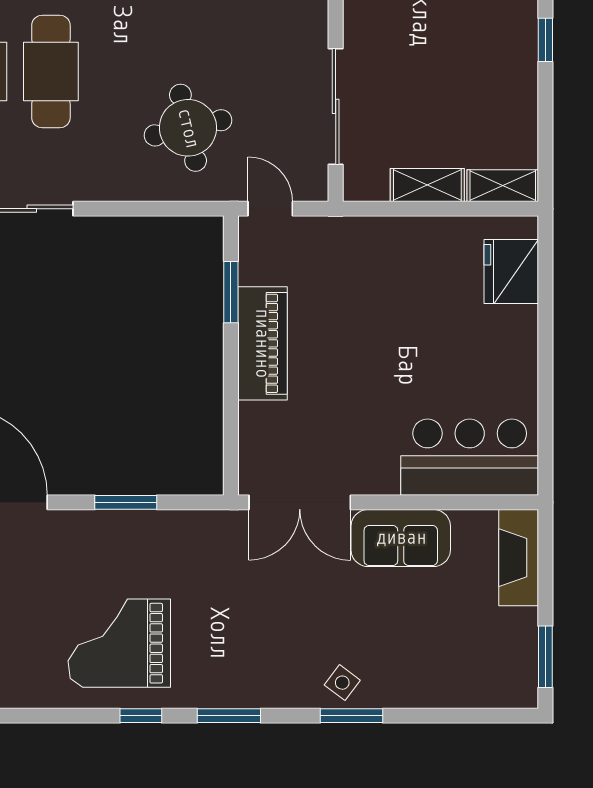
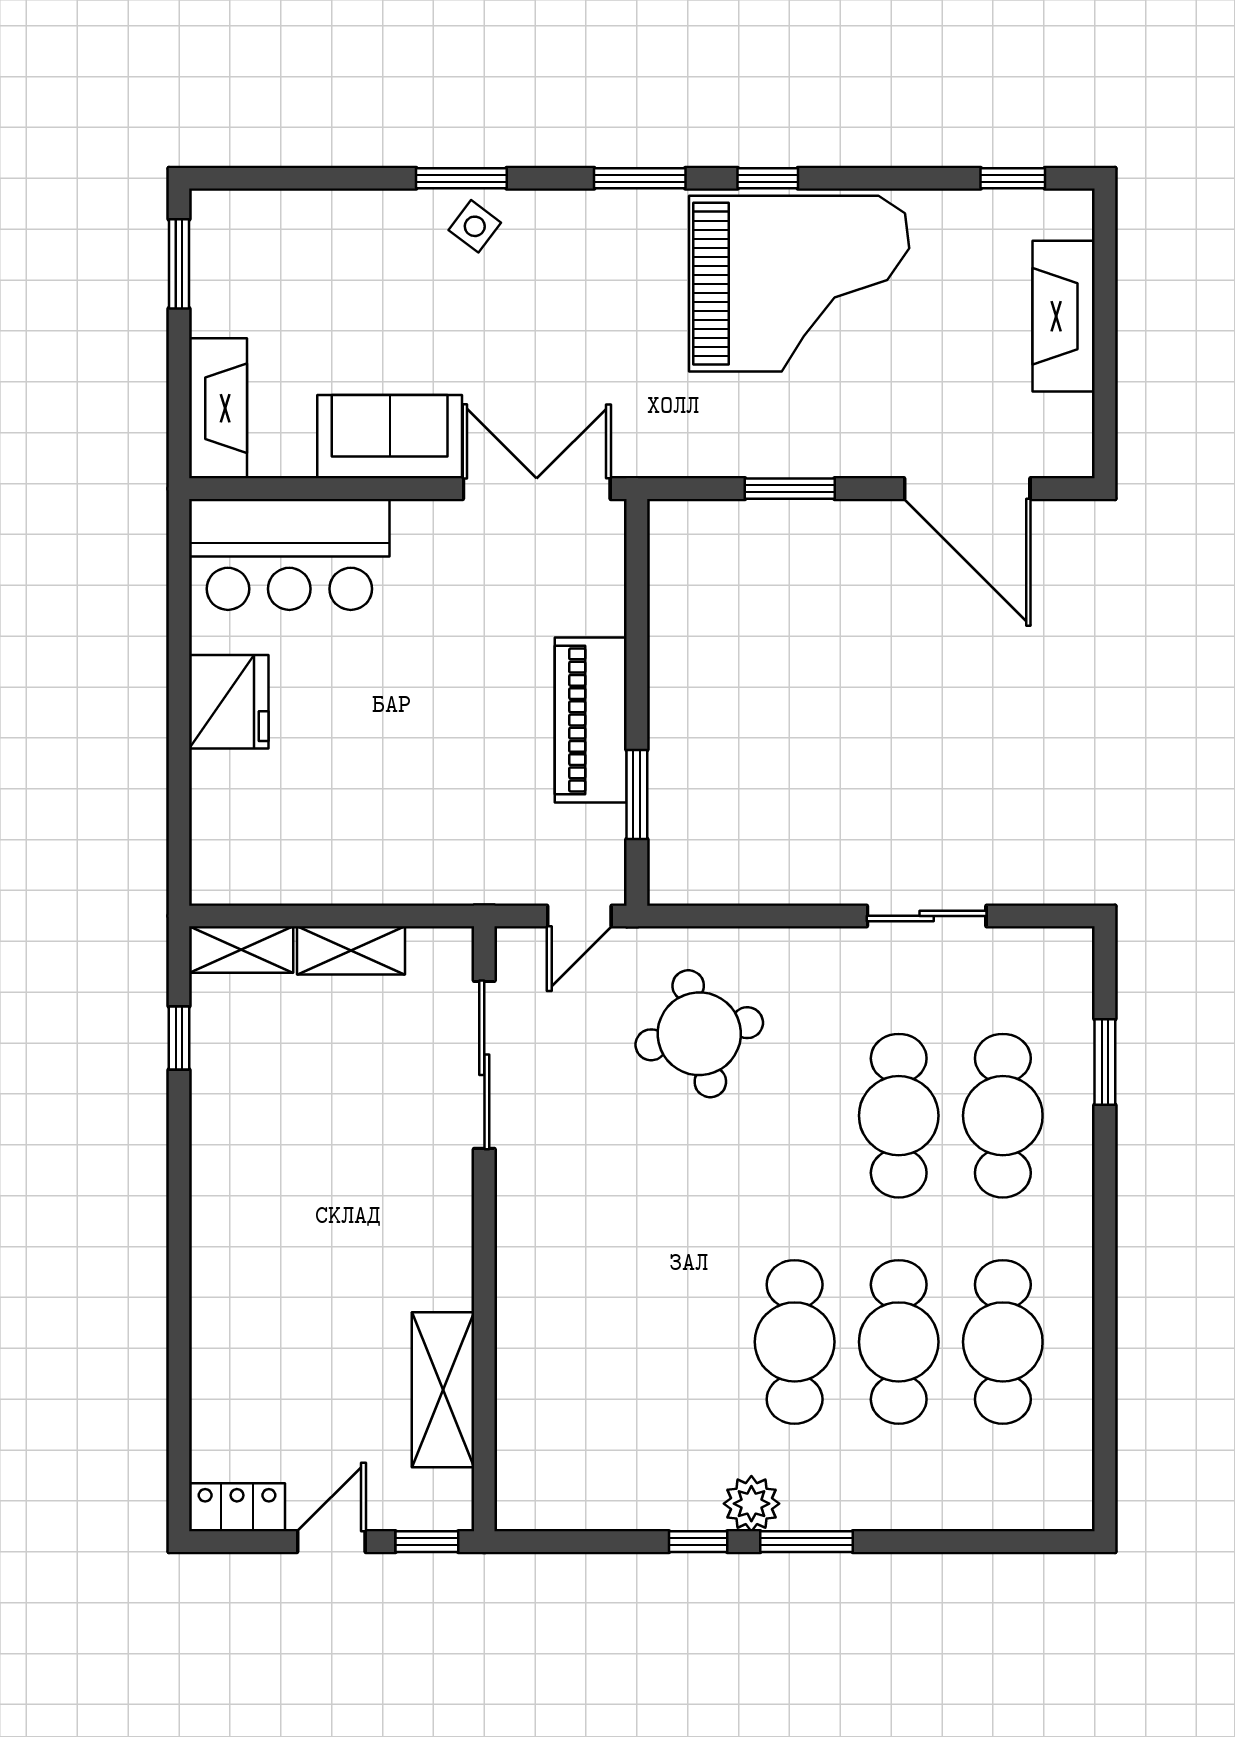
window: (545, 40) -> (179, 1038), moved
door: (270, 209) -> (579, 916), hinge flipped
fridge: (511, 271) -> (229, 702), moved
grand piano: (119, 643) -> (799, 284), width x1.37, depth x1.48

